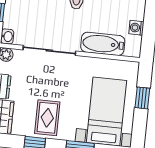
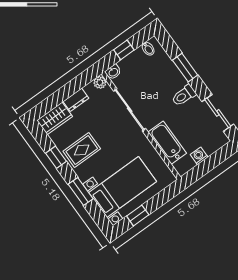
window: (142, 98) -> (138, 215), moved

